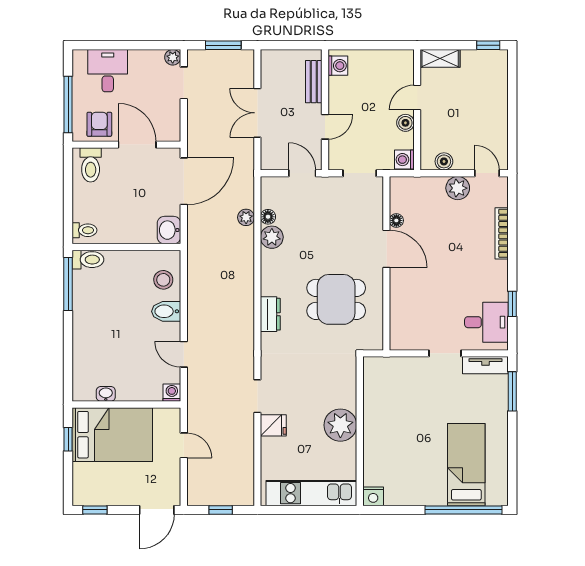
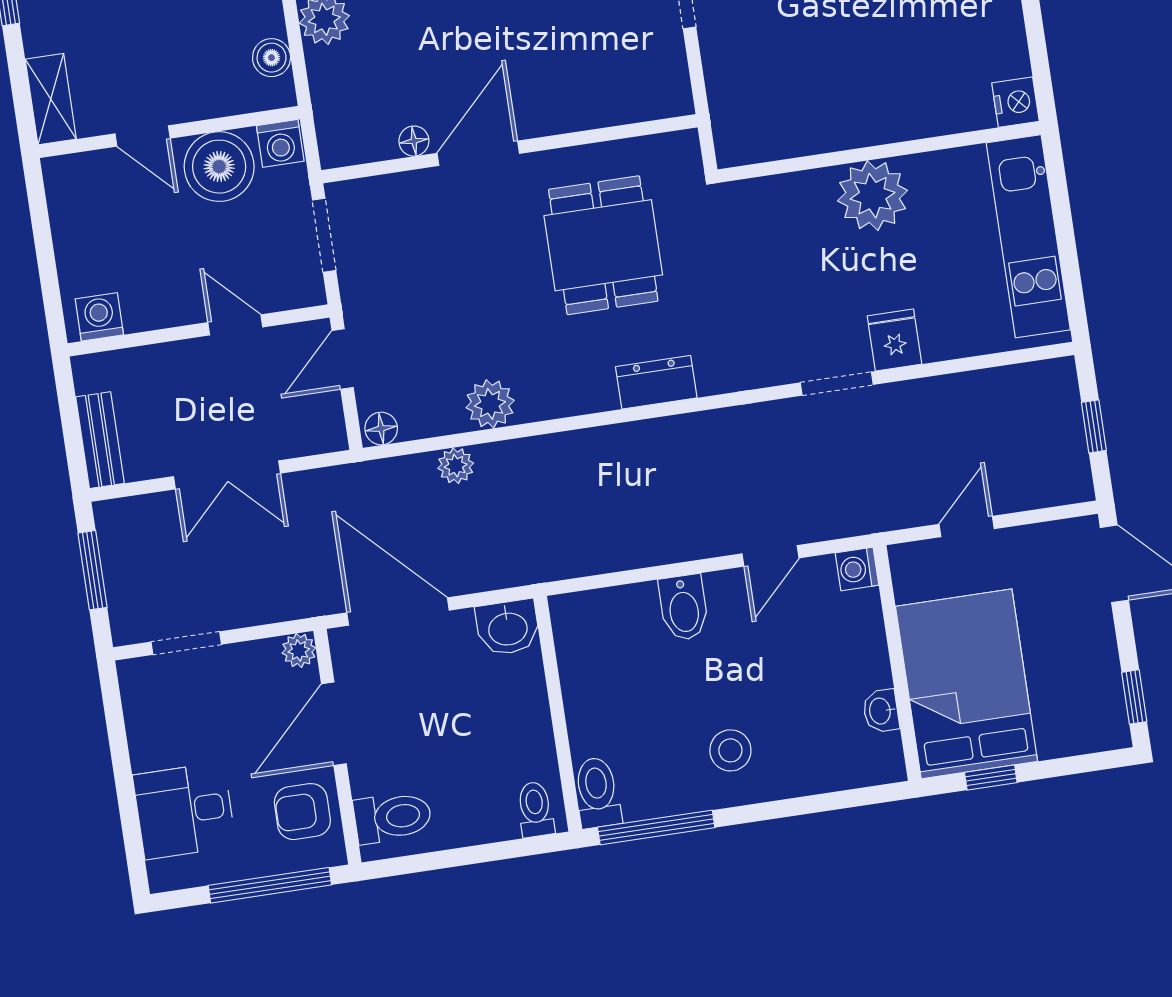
plant: (173, 57) -> (299, 650), moved
bench: (314, 82) -> (100, 440), moved, turned 90
boiler: (405, 123) -> (219, 167), width x1.86, depth x1.86
floor lamp: (268, 217) -> (381, 429), moved
stool: (163, 280) -> (730, 750), moved

